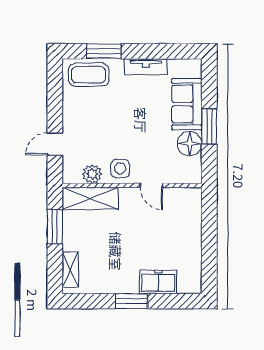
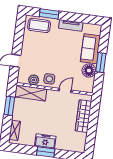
door: (151, 185) -> (65, 90), swing flipped
wardrobe: (191, 227) -> (83, 116), added
freezer: (158, 282) -> (45, 141), moved

